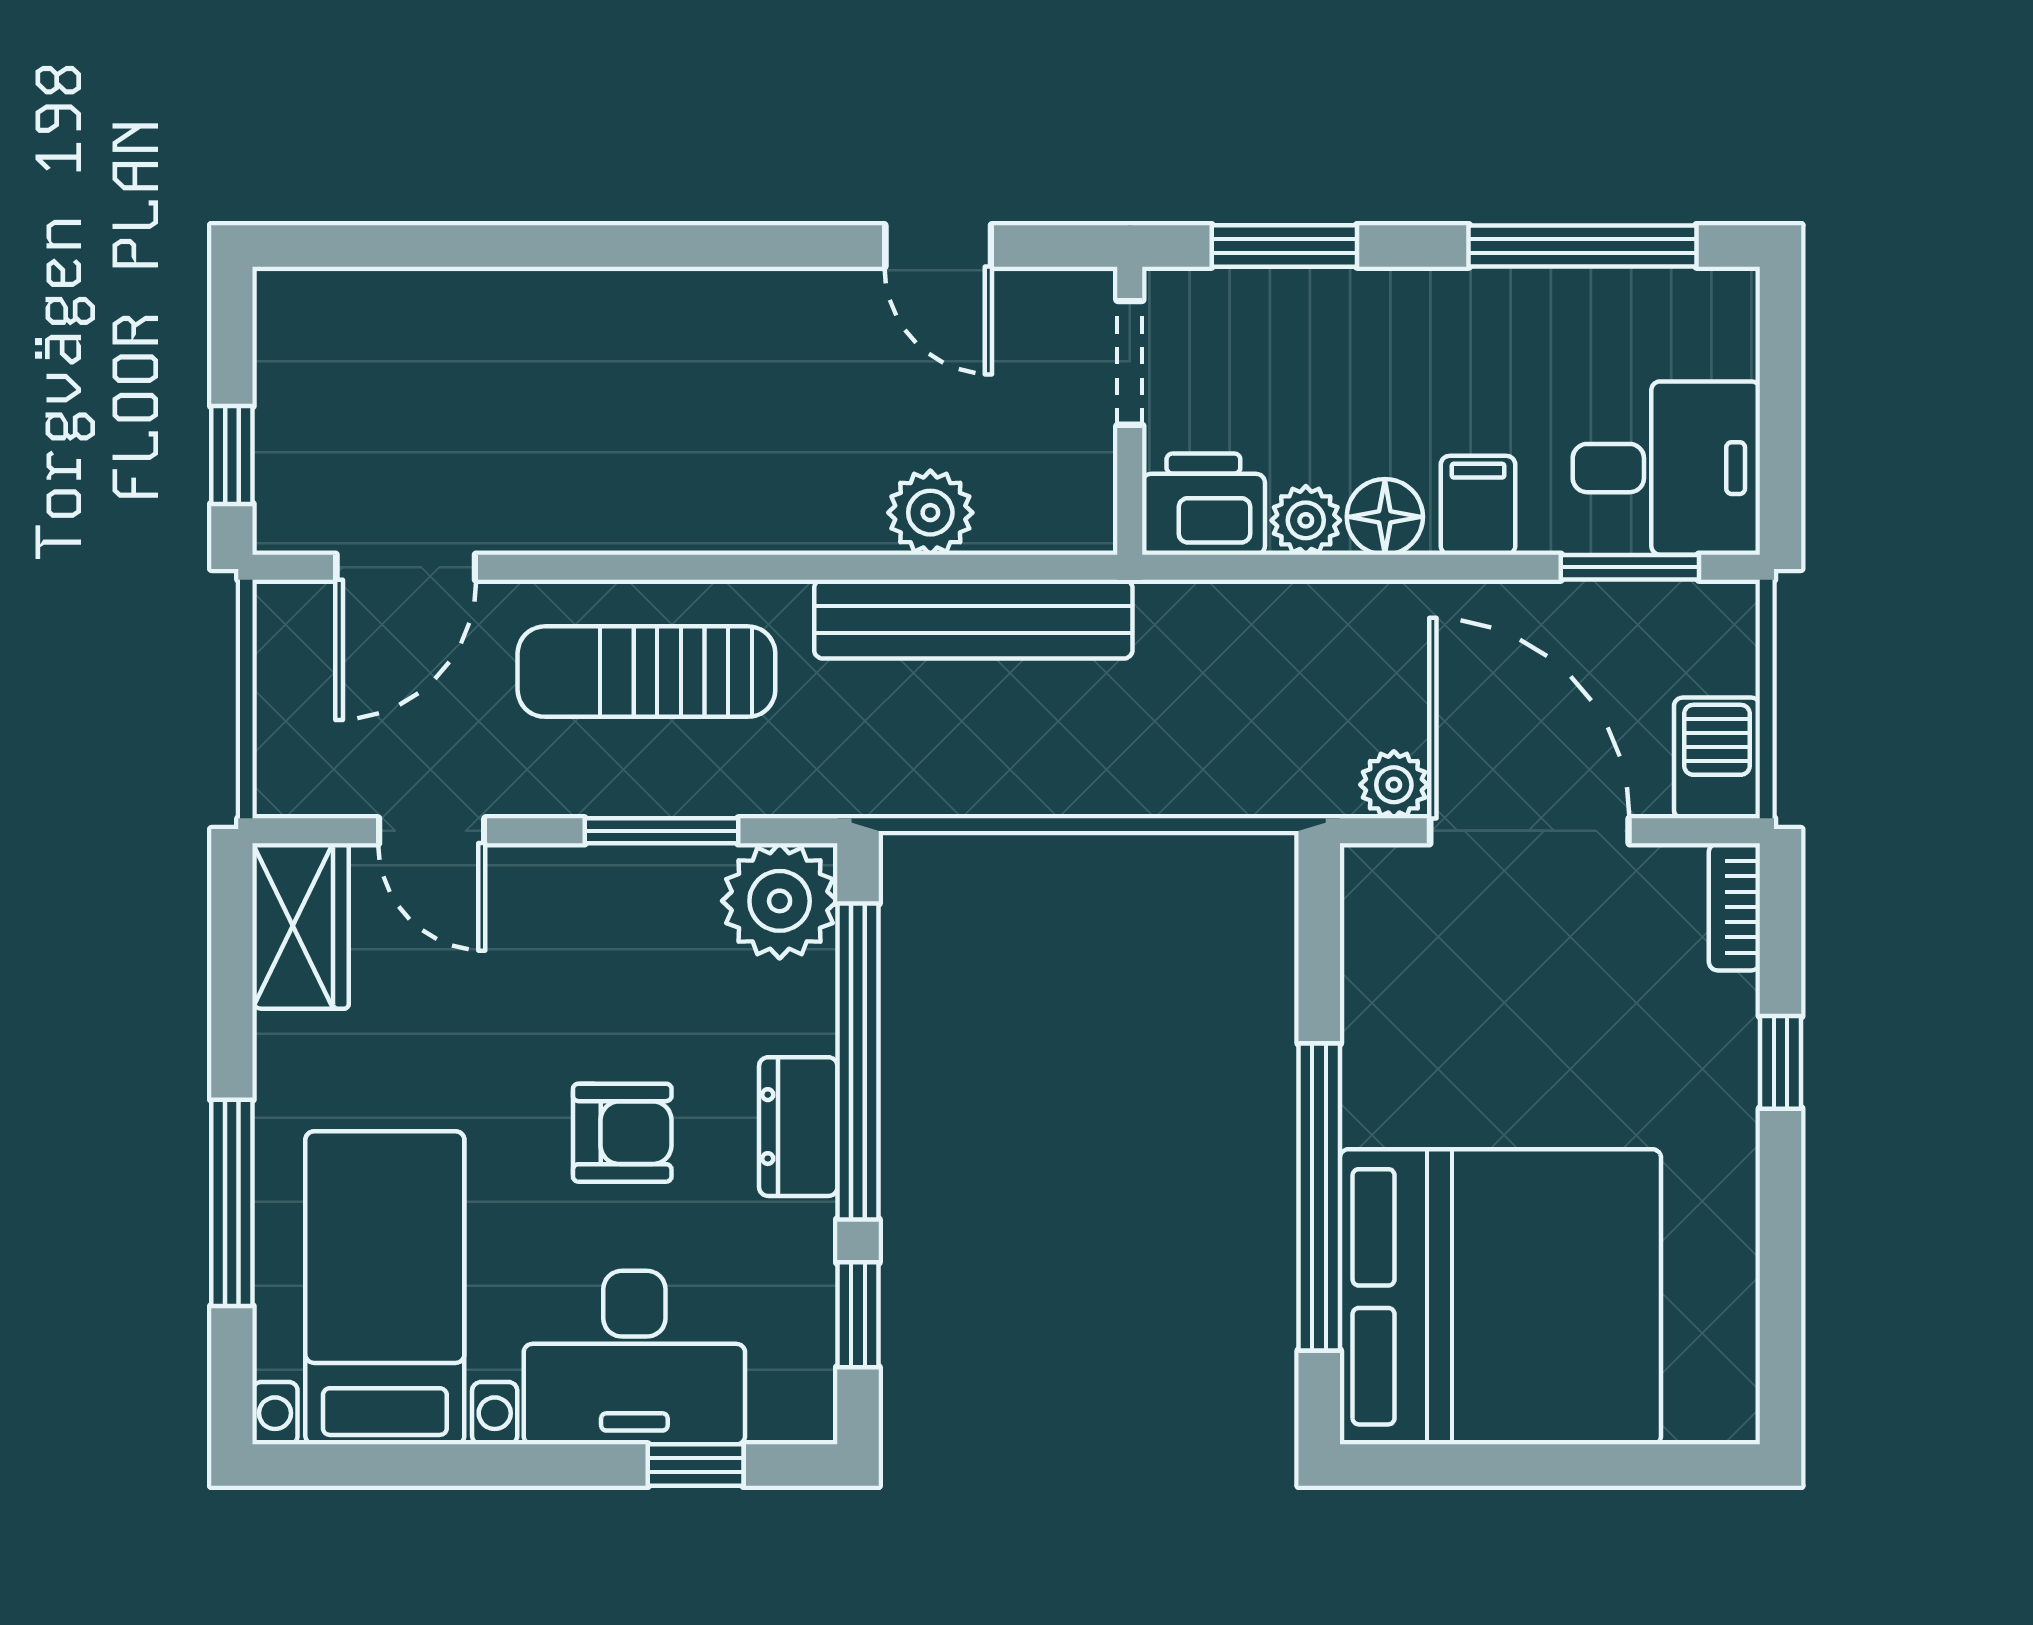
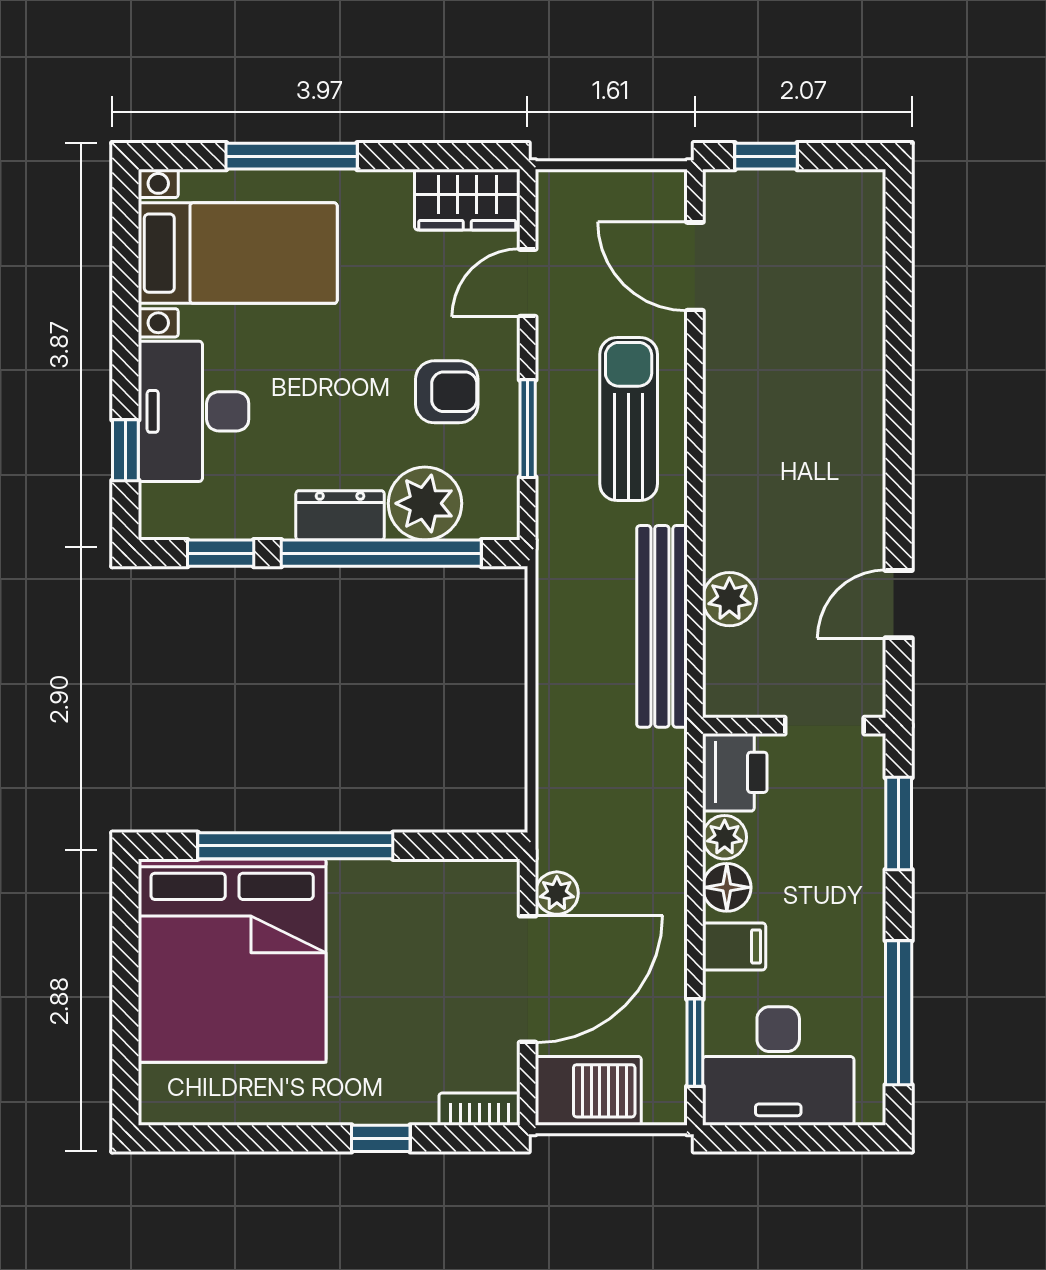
desk: (1666, 468) -> (778, 1066), width x1.37
barbecue: (1717, 758) -> (588, 1091), width x1.38, depth x1.27
plant: (780, 901) -> (425, 503), moved
armchair: (622, 1133) -> (447, 392), moved, turned -90

